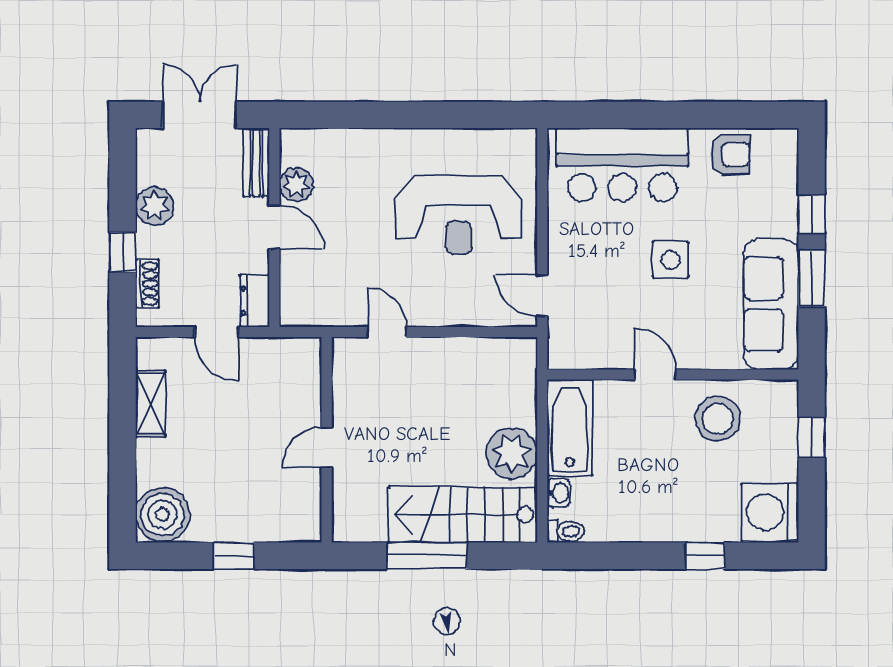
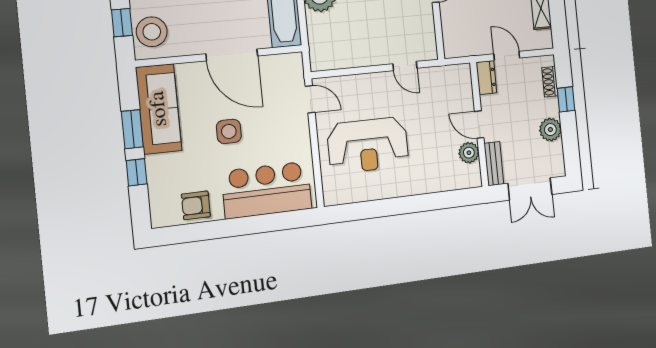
reception desk: (459, 215) -> (368, 145), turned 180
door: (655, 375) -> (232, 55), width x1.88
stool: (718, 419) -> (152, 32), moved

